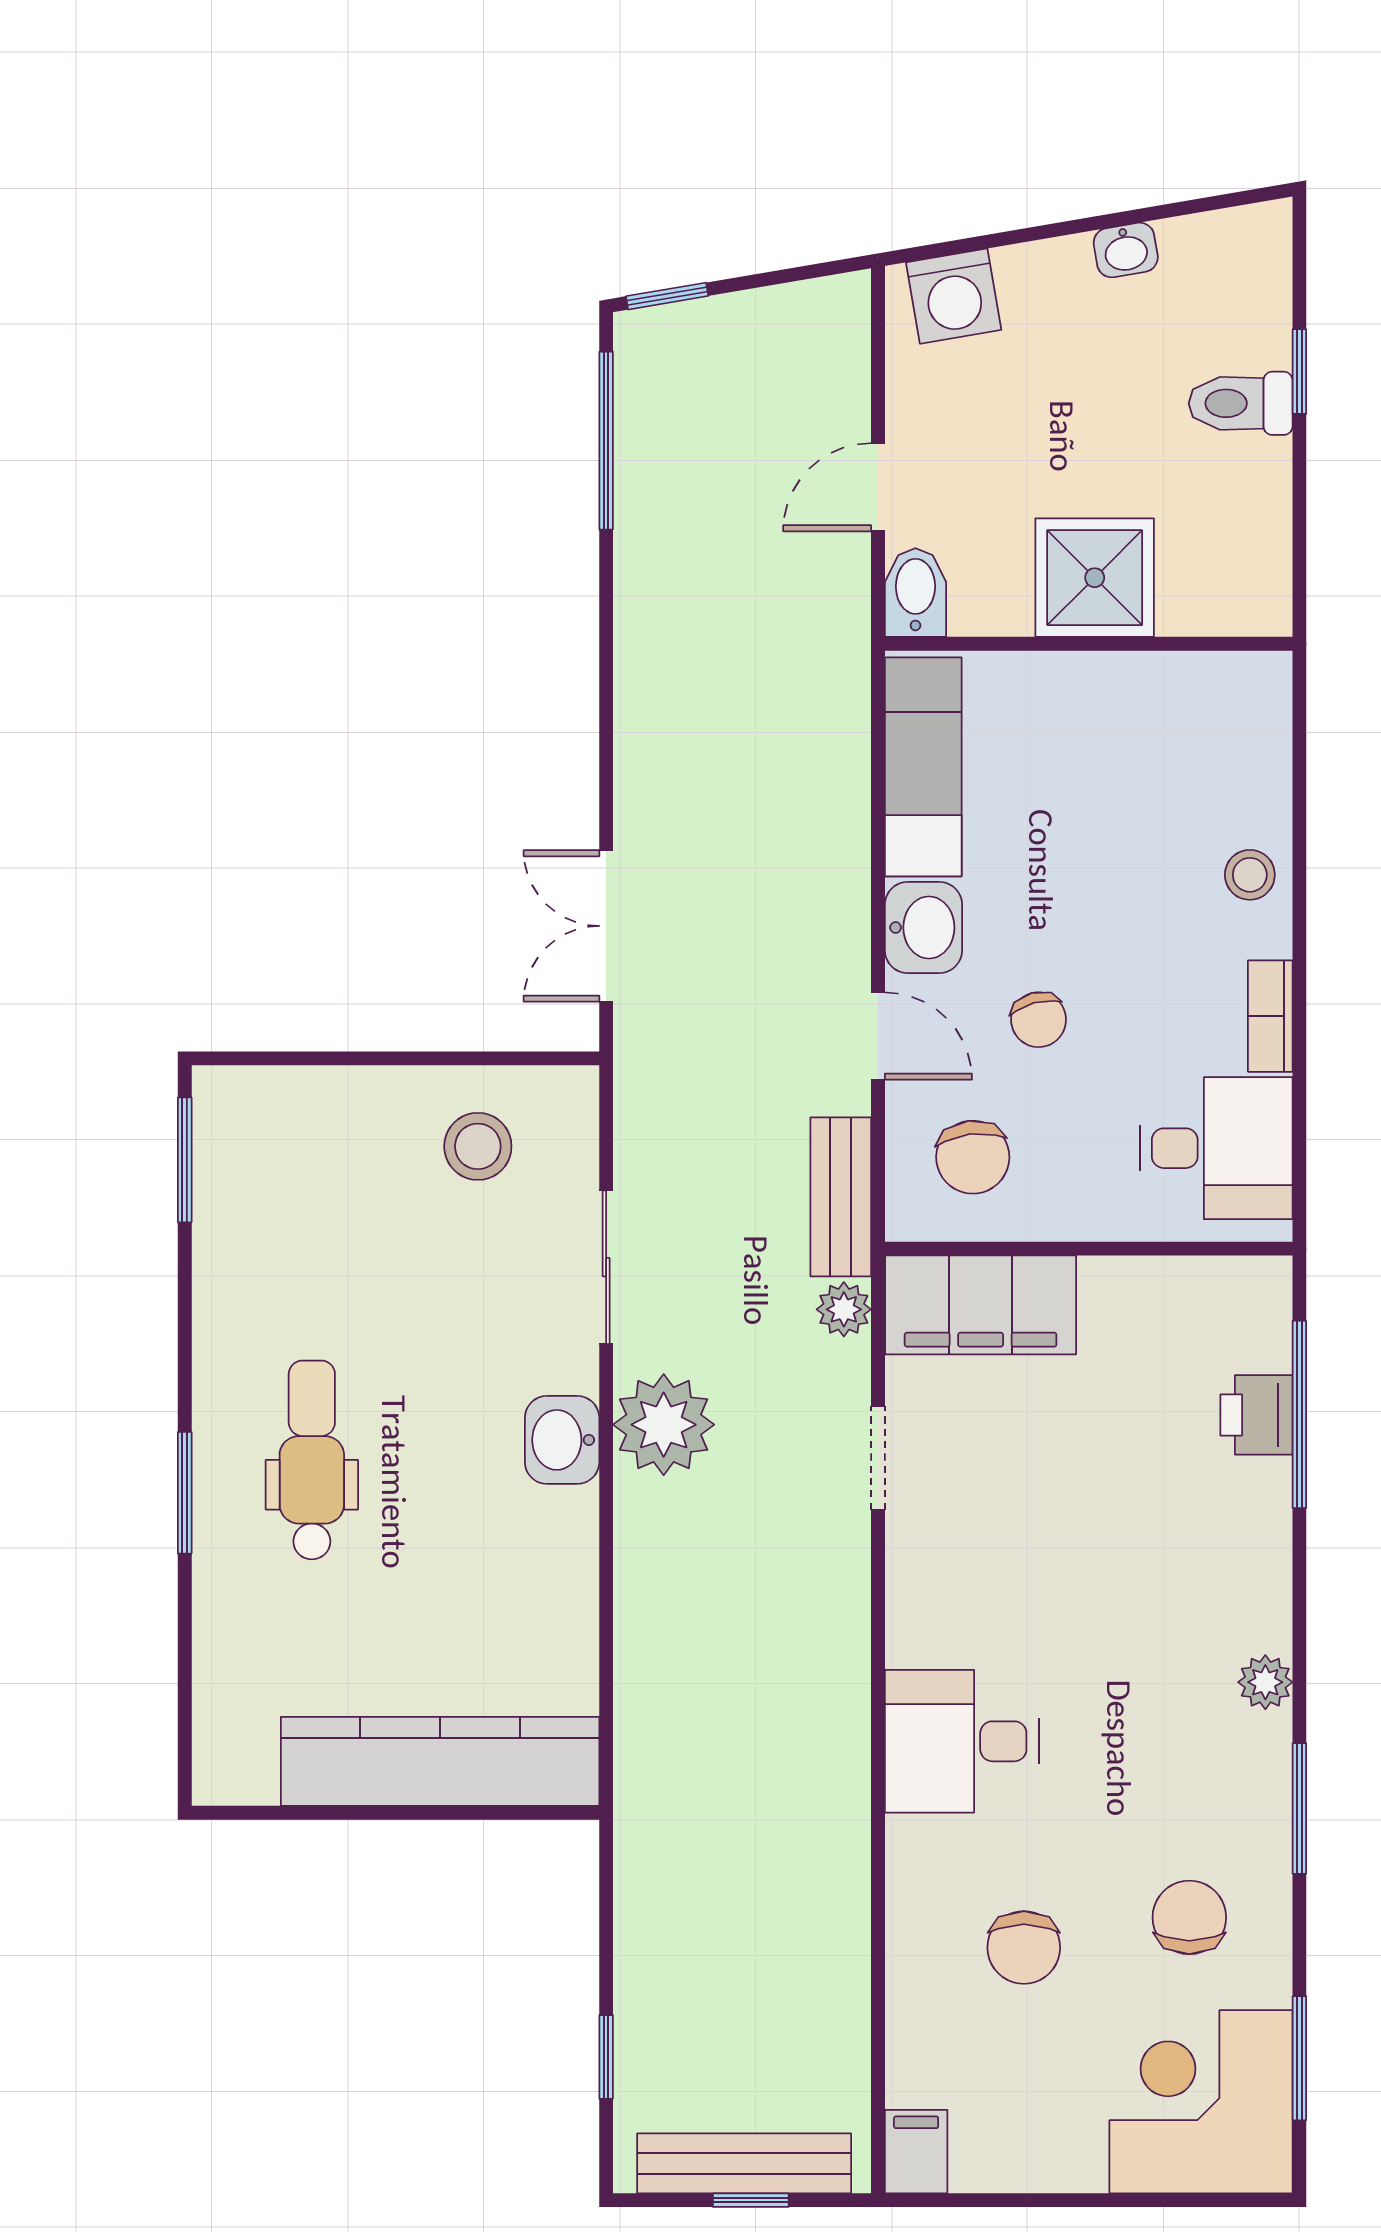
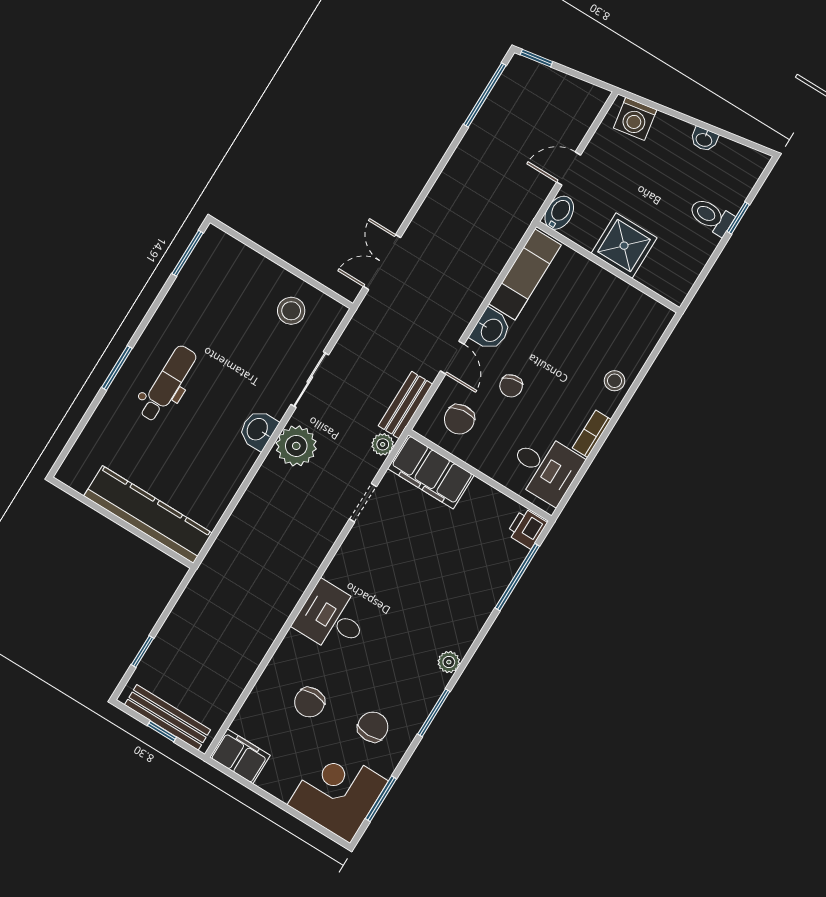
printer: (1256, 1415) -> (527, 528), moved
filing cabinet: (916, 2152) -> (240, 756), width x2.00

